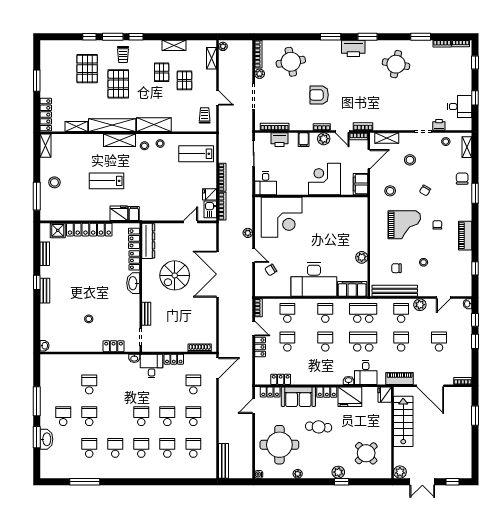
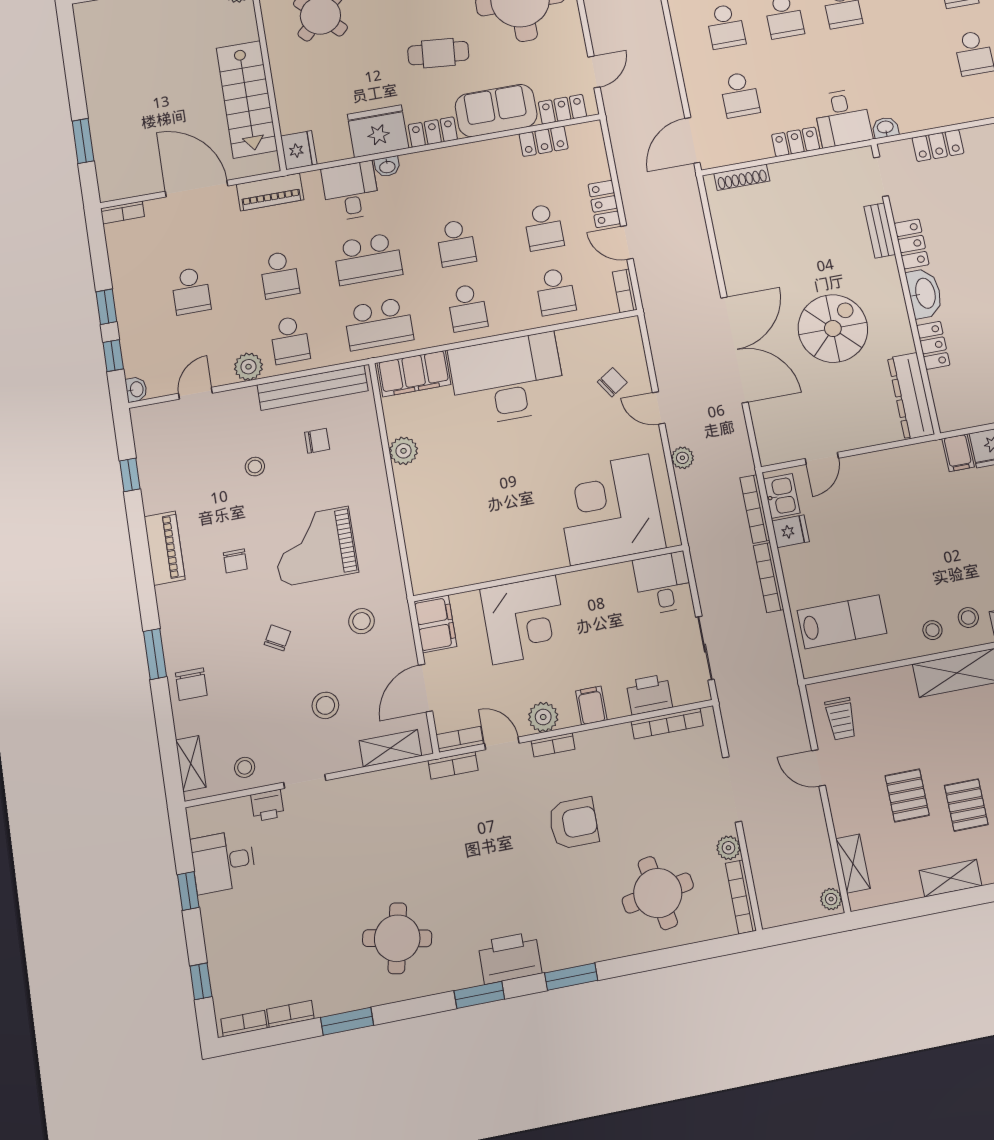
locker: (134, 238) -> (912, 244), moved

